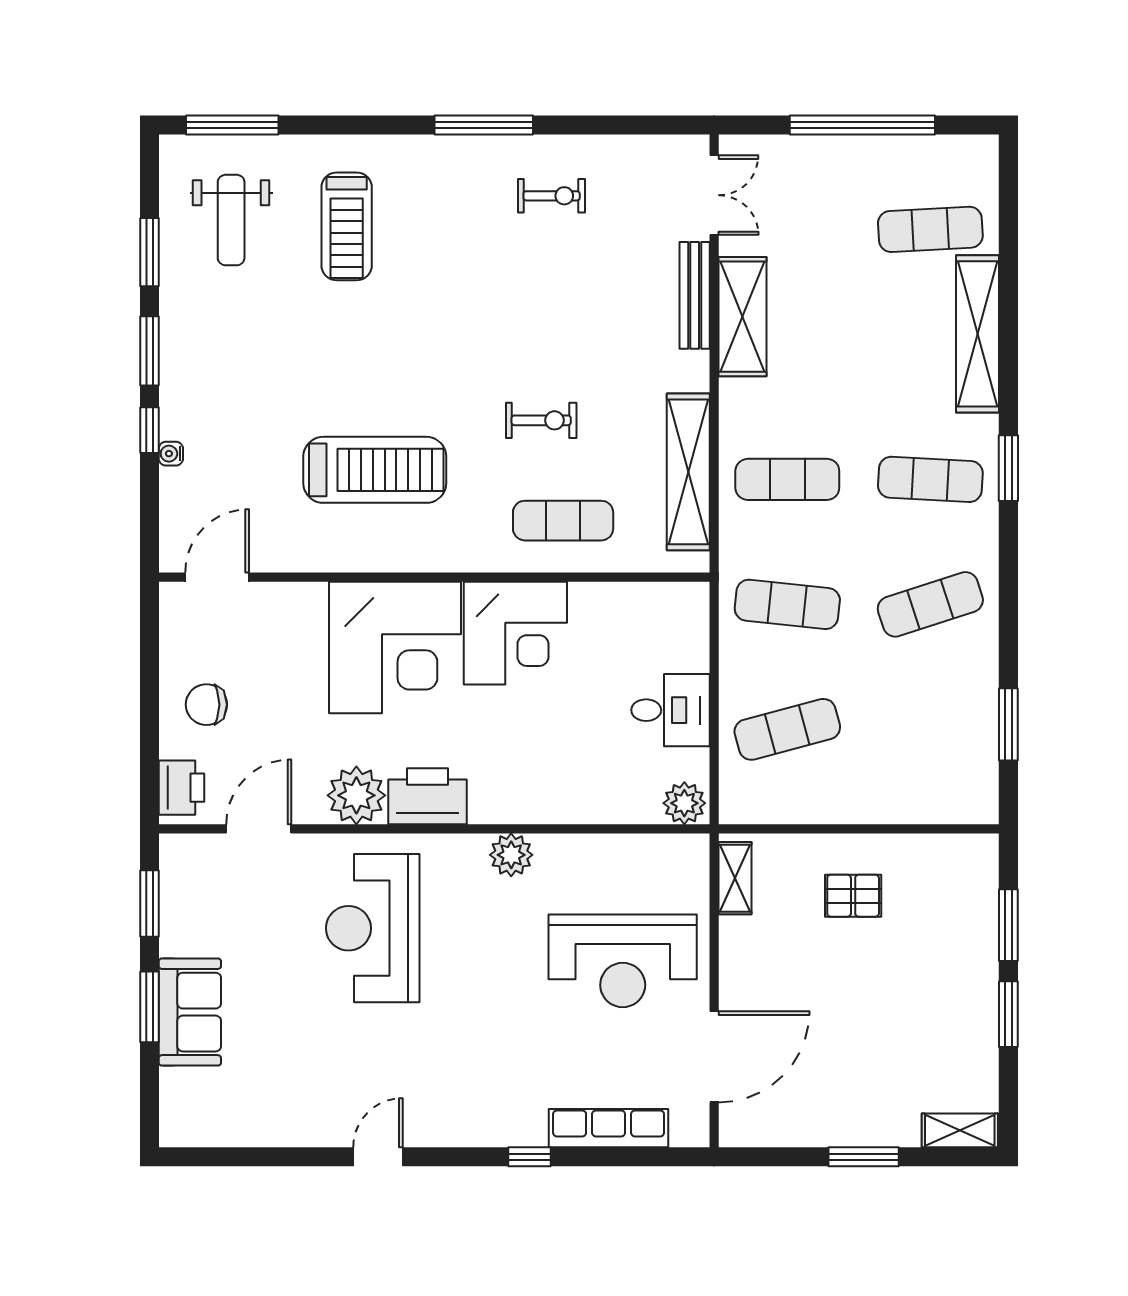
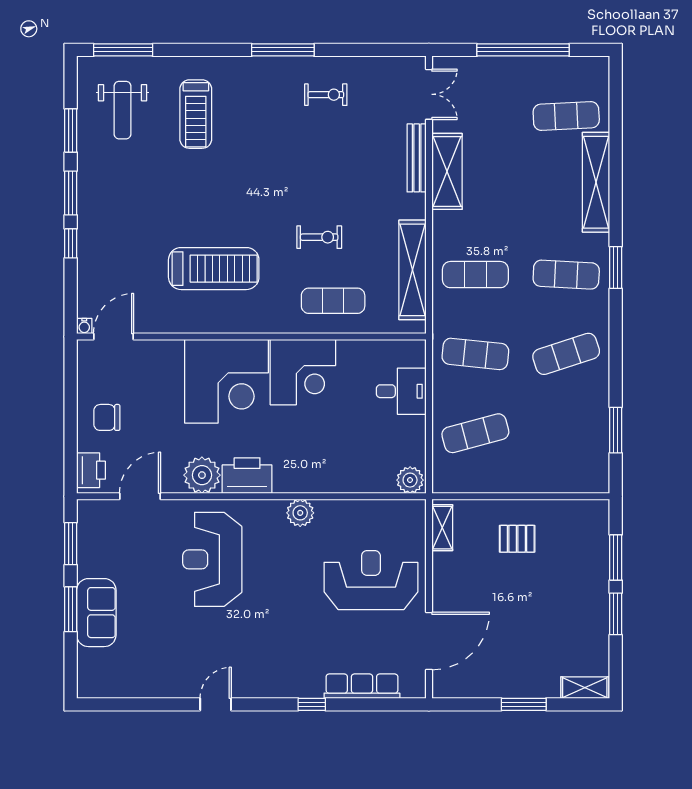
water cooler: (171, 454) -> (84, 326), moved, turned -90
desk: (670, 710) -> (401, 391), moved
reception desk: (623, 961) -> (371, 580), turned 180

